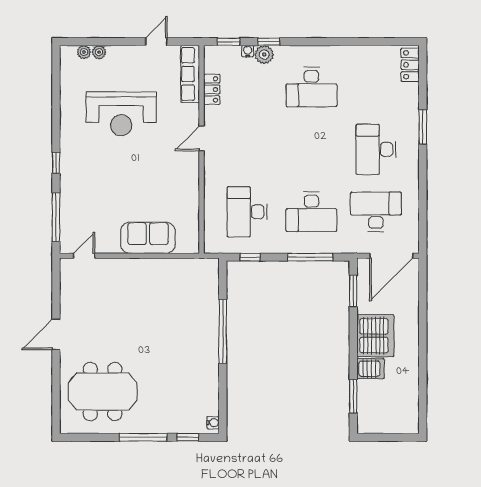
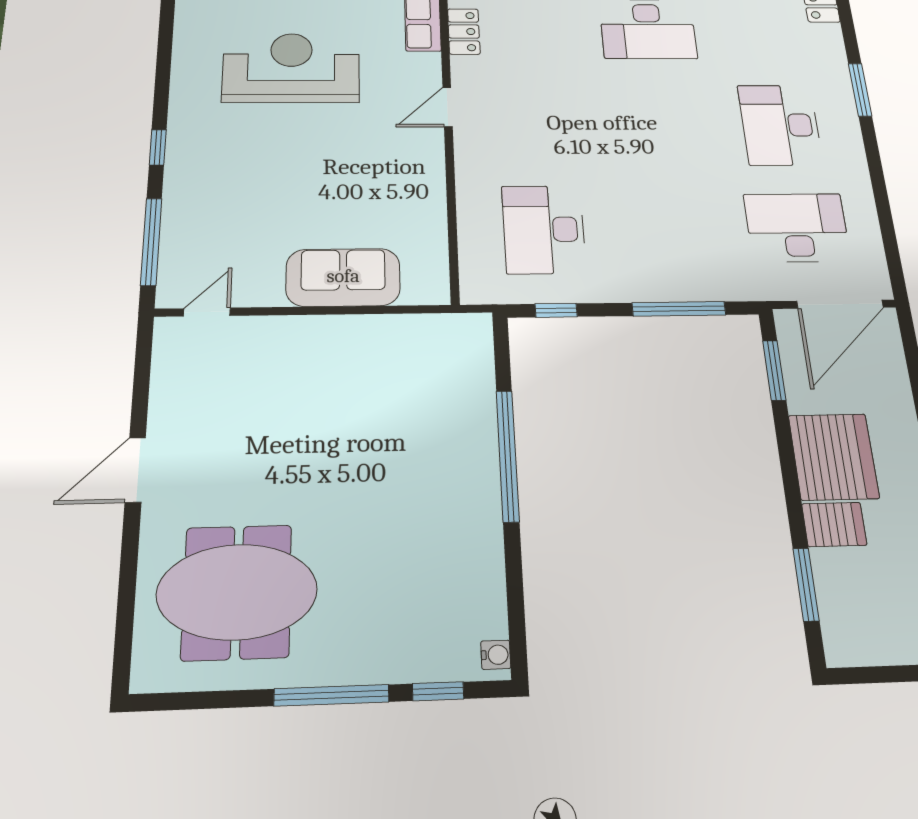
reception desk: (121, 114) -> (291, 68), turned 180
desk: (311, 212) -> (671, 228), removed

